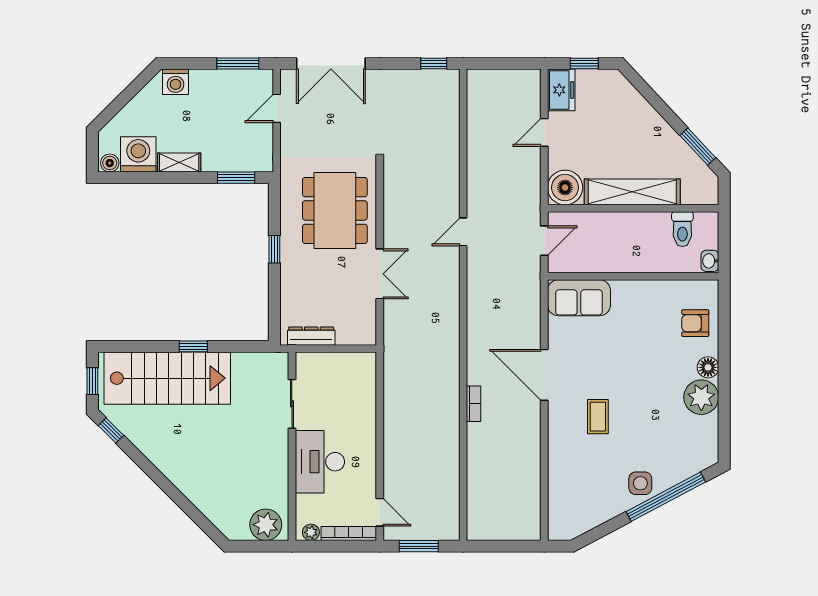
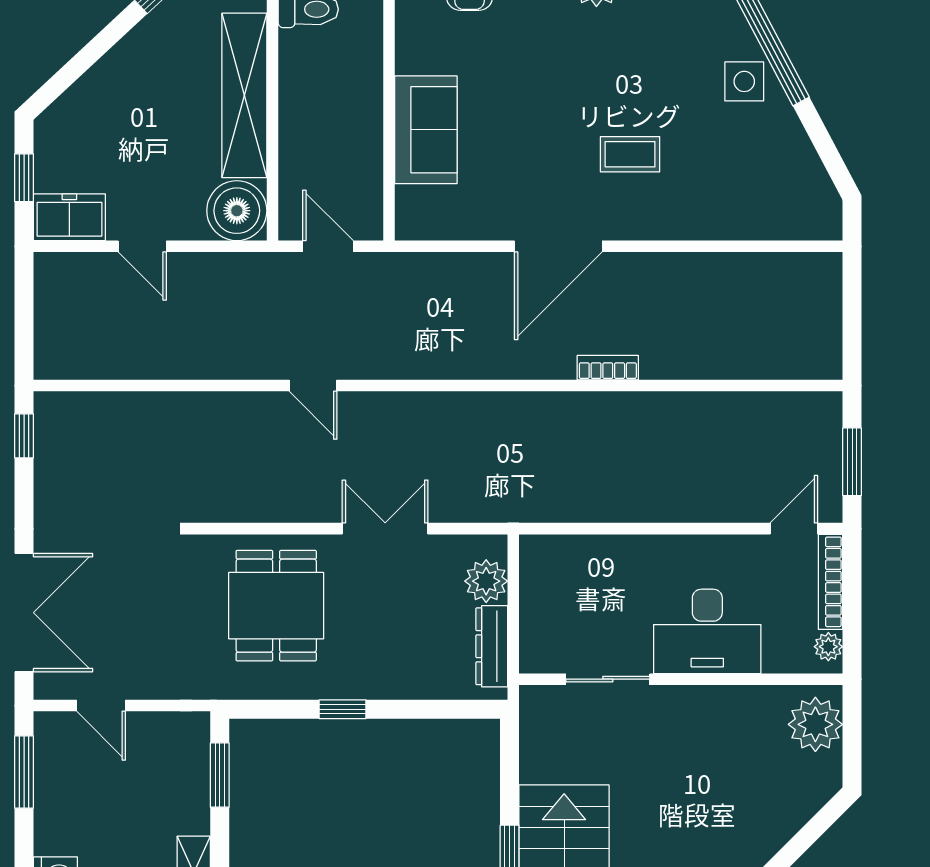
dining table: (335, 210) -> (276, 606), width x0.73
sofa: (579, 298) -> (426, 130), moved
plant: (349, 333) -> (486, 581), added

